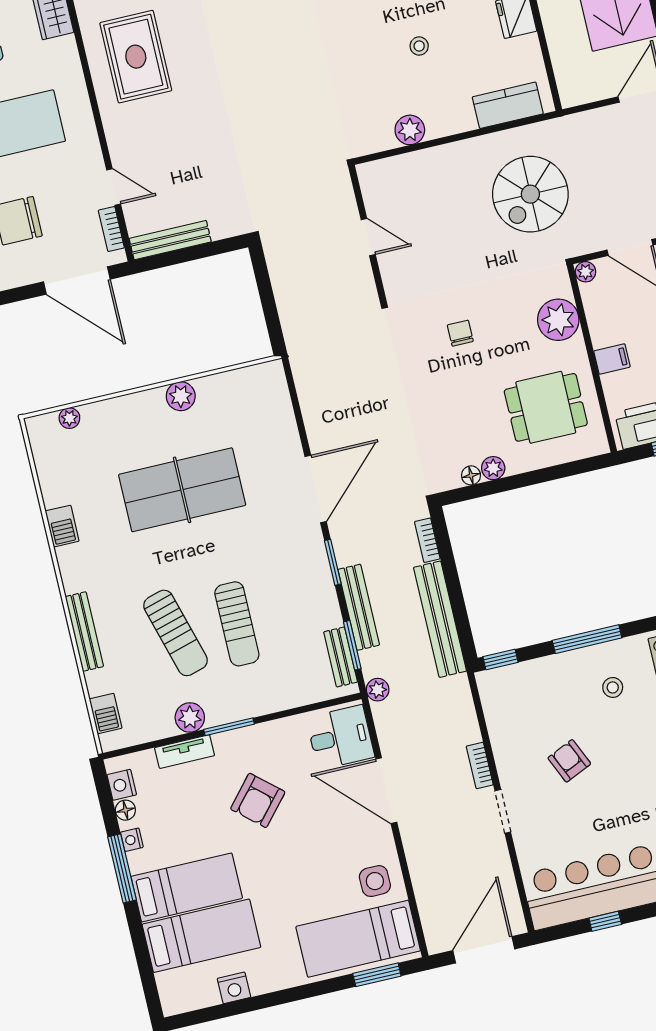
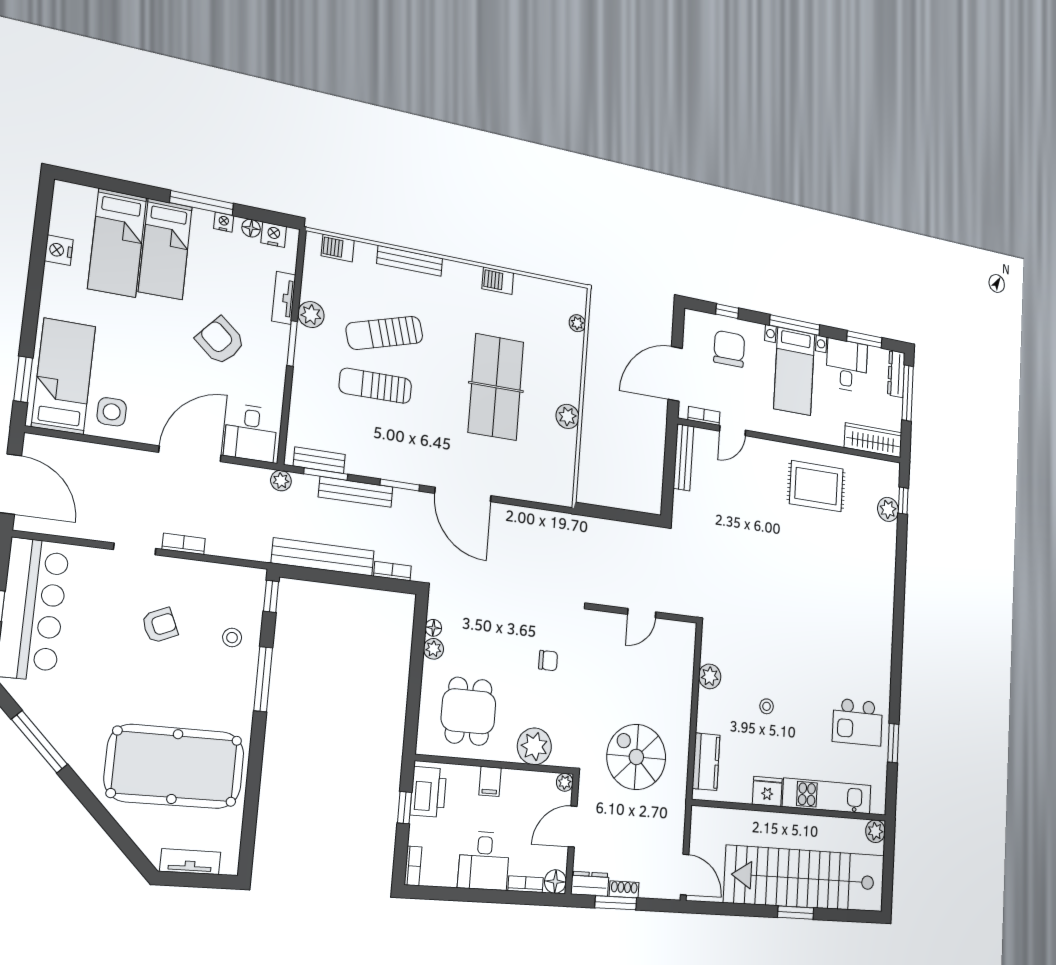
stool: (613, 687) -> (232, 638), moved

